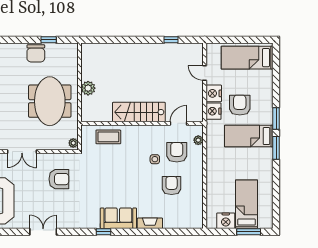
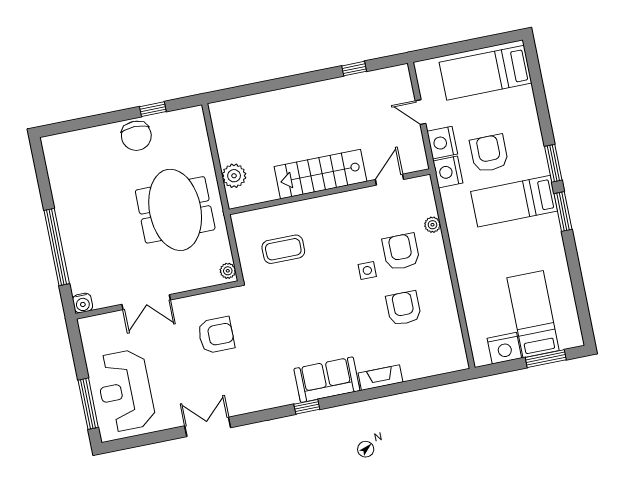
stairs: (139, 112) -> (321, 174), moved
wall: (142, 123) -> (329, 192), moved
door: (179, 123) -> (390, 180), moved

